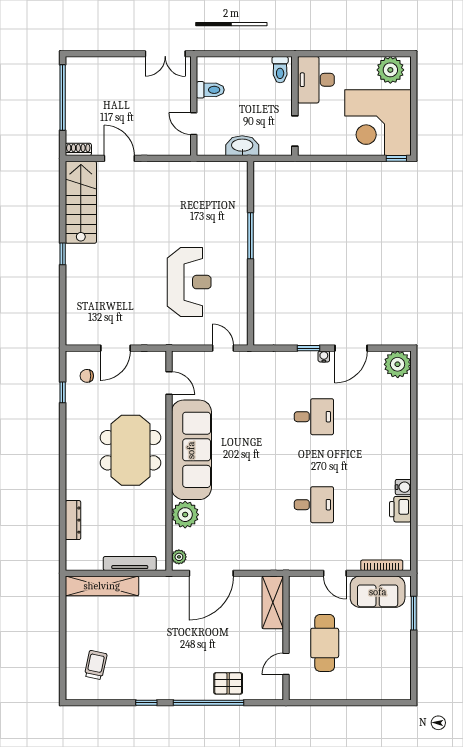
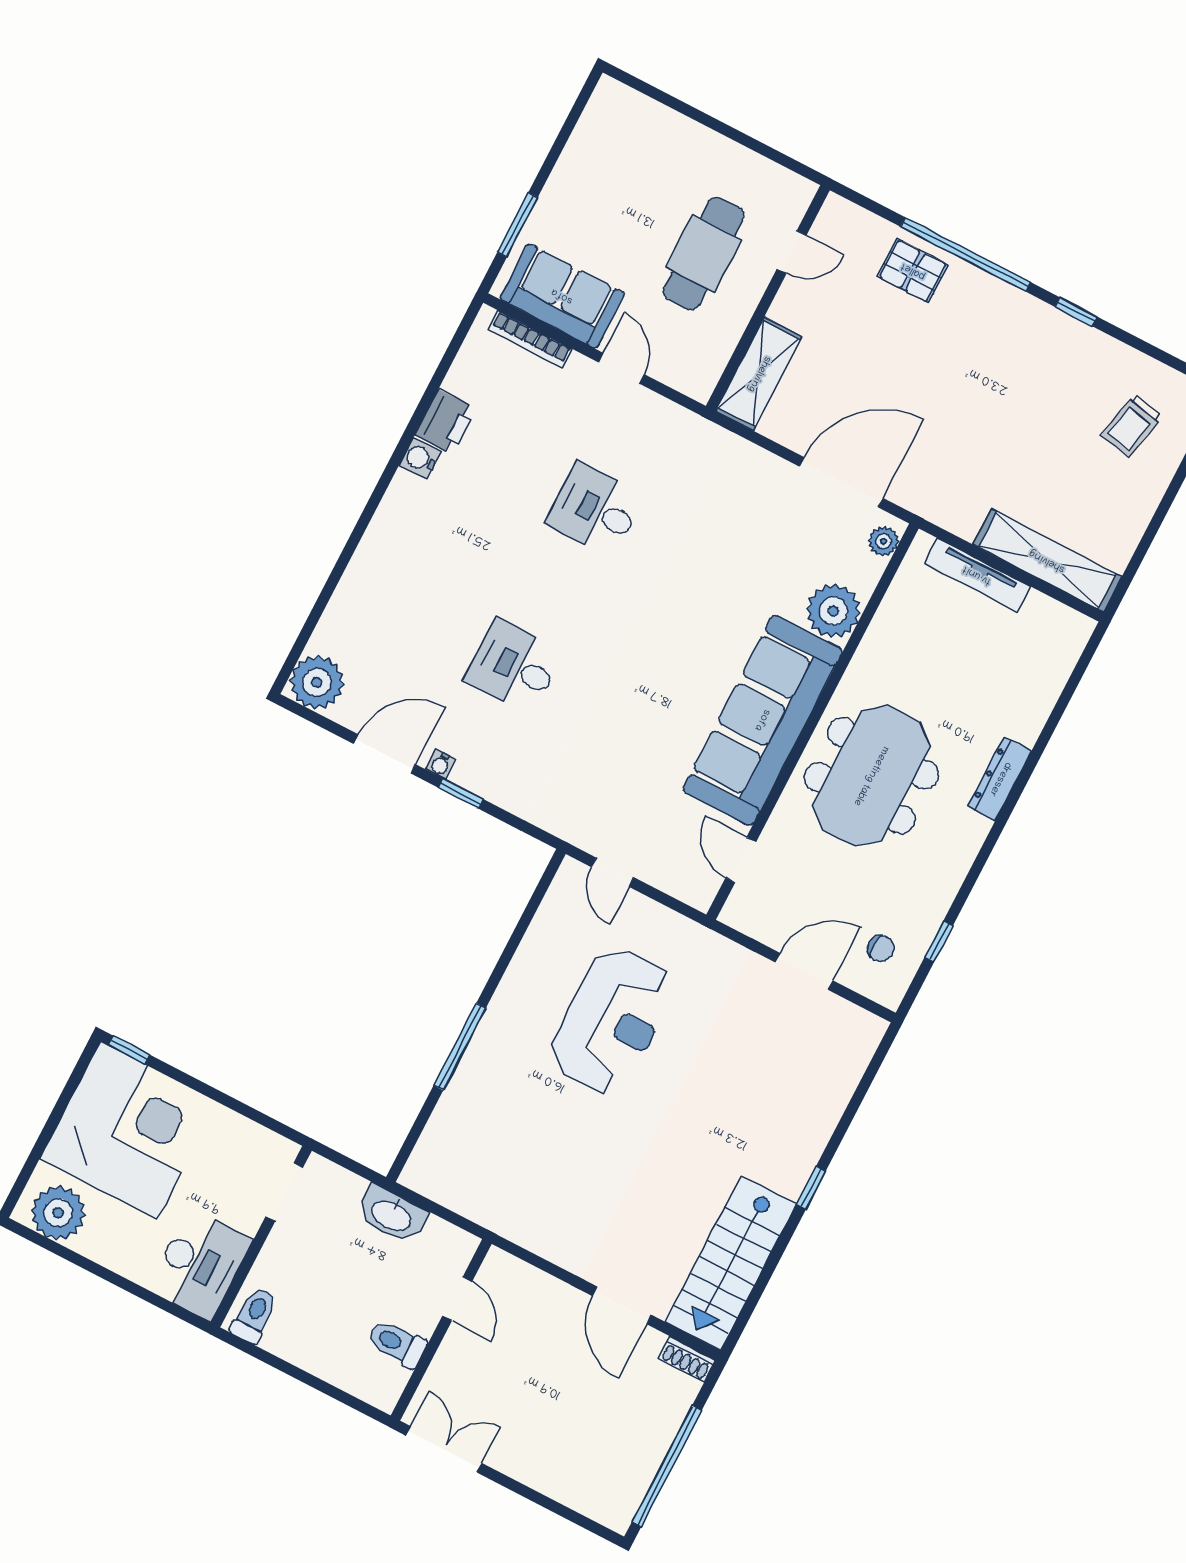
reception desk: (189, 282) -> (612, 1021), turned 180
dresser: (73, 520) -> (1000, 779), moved

